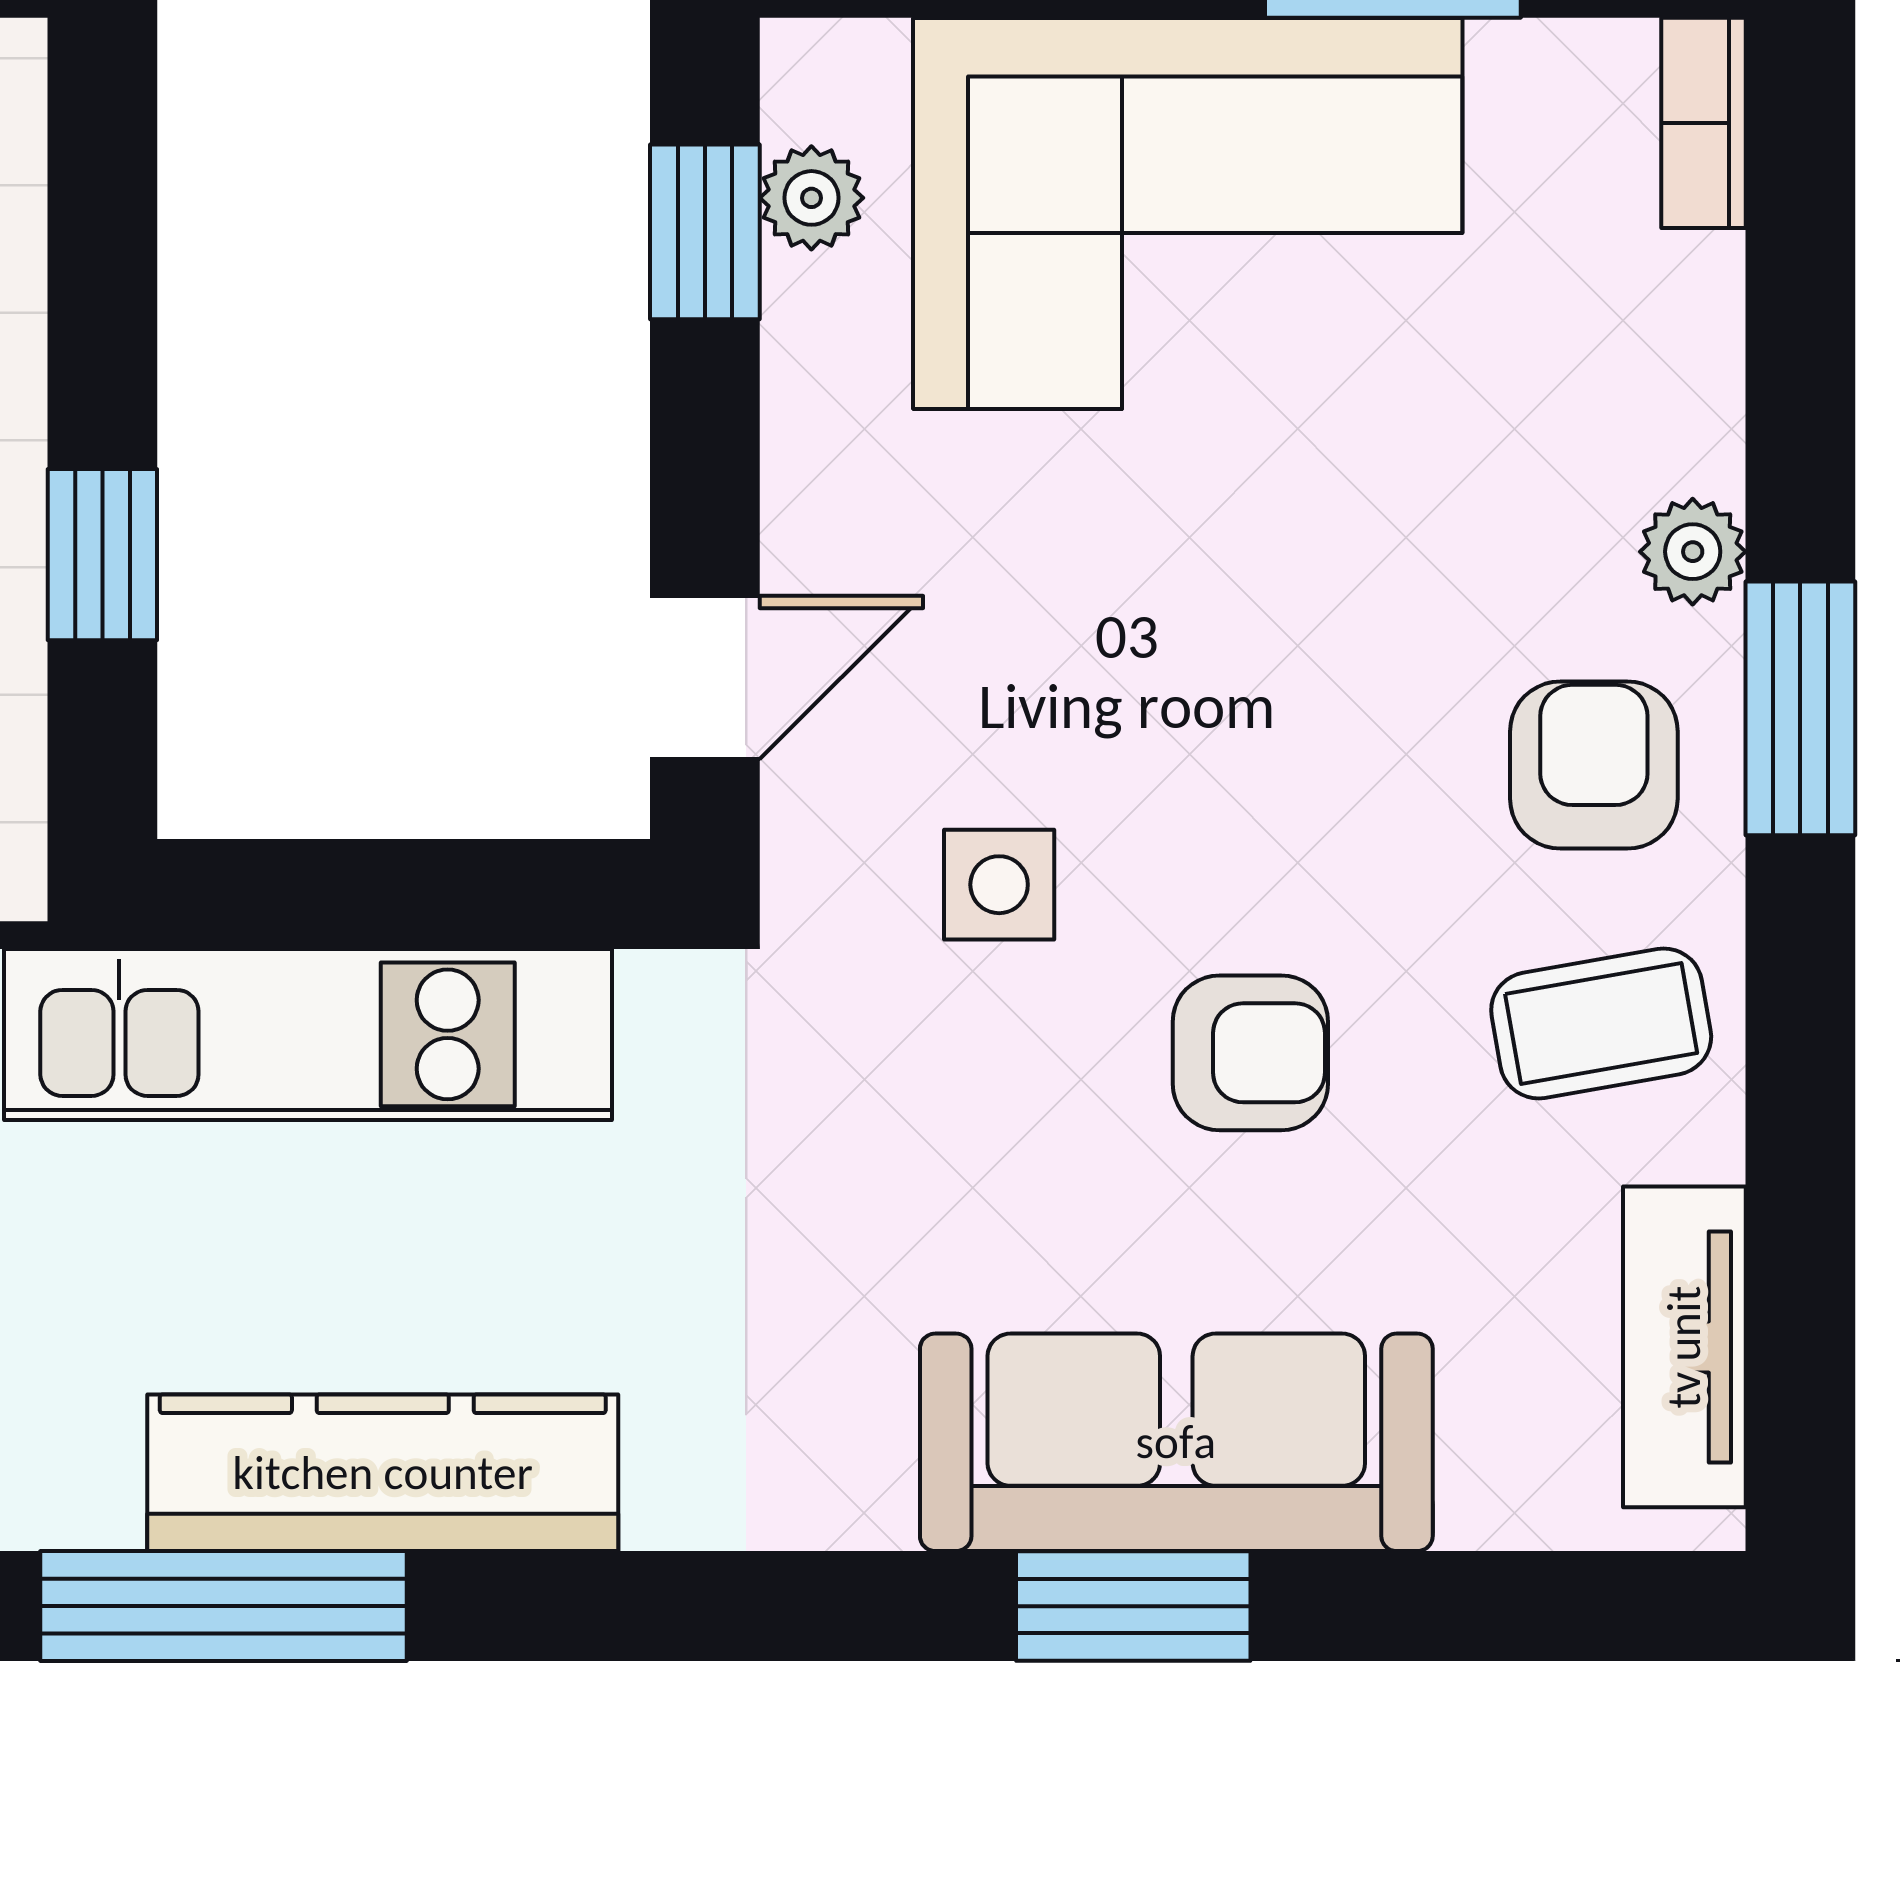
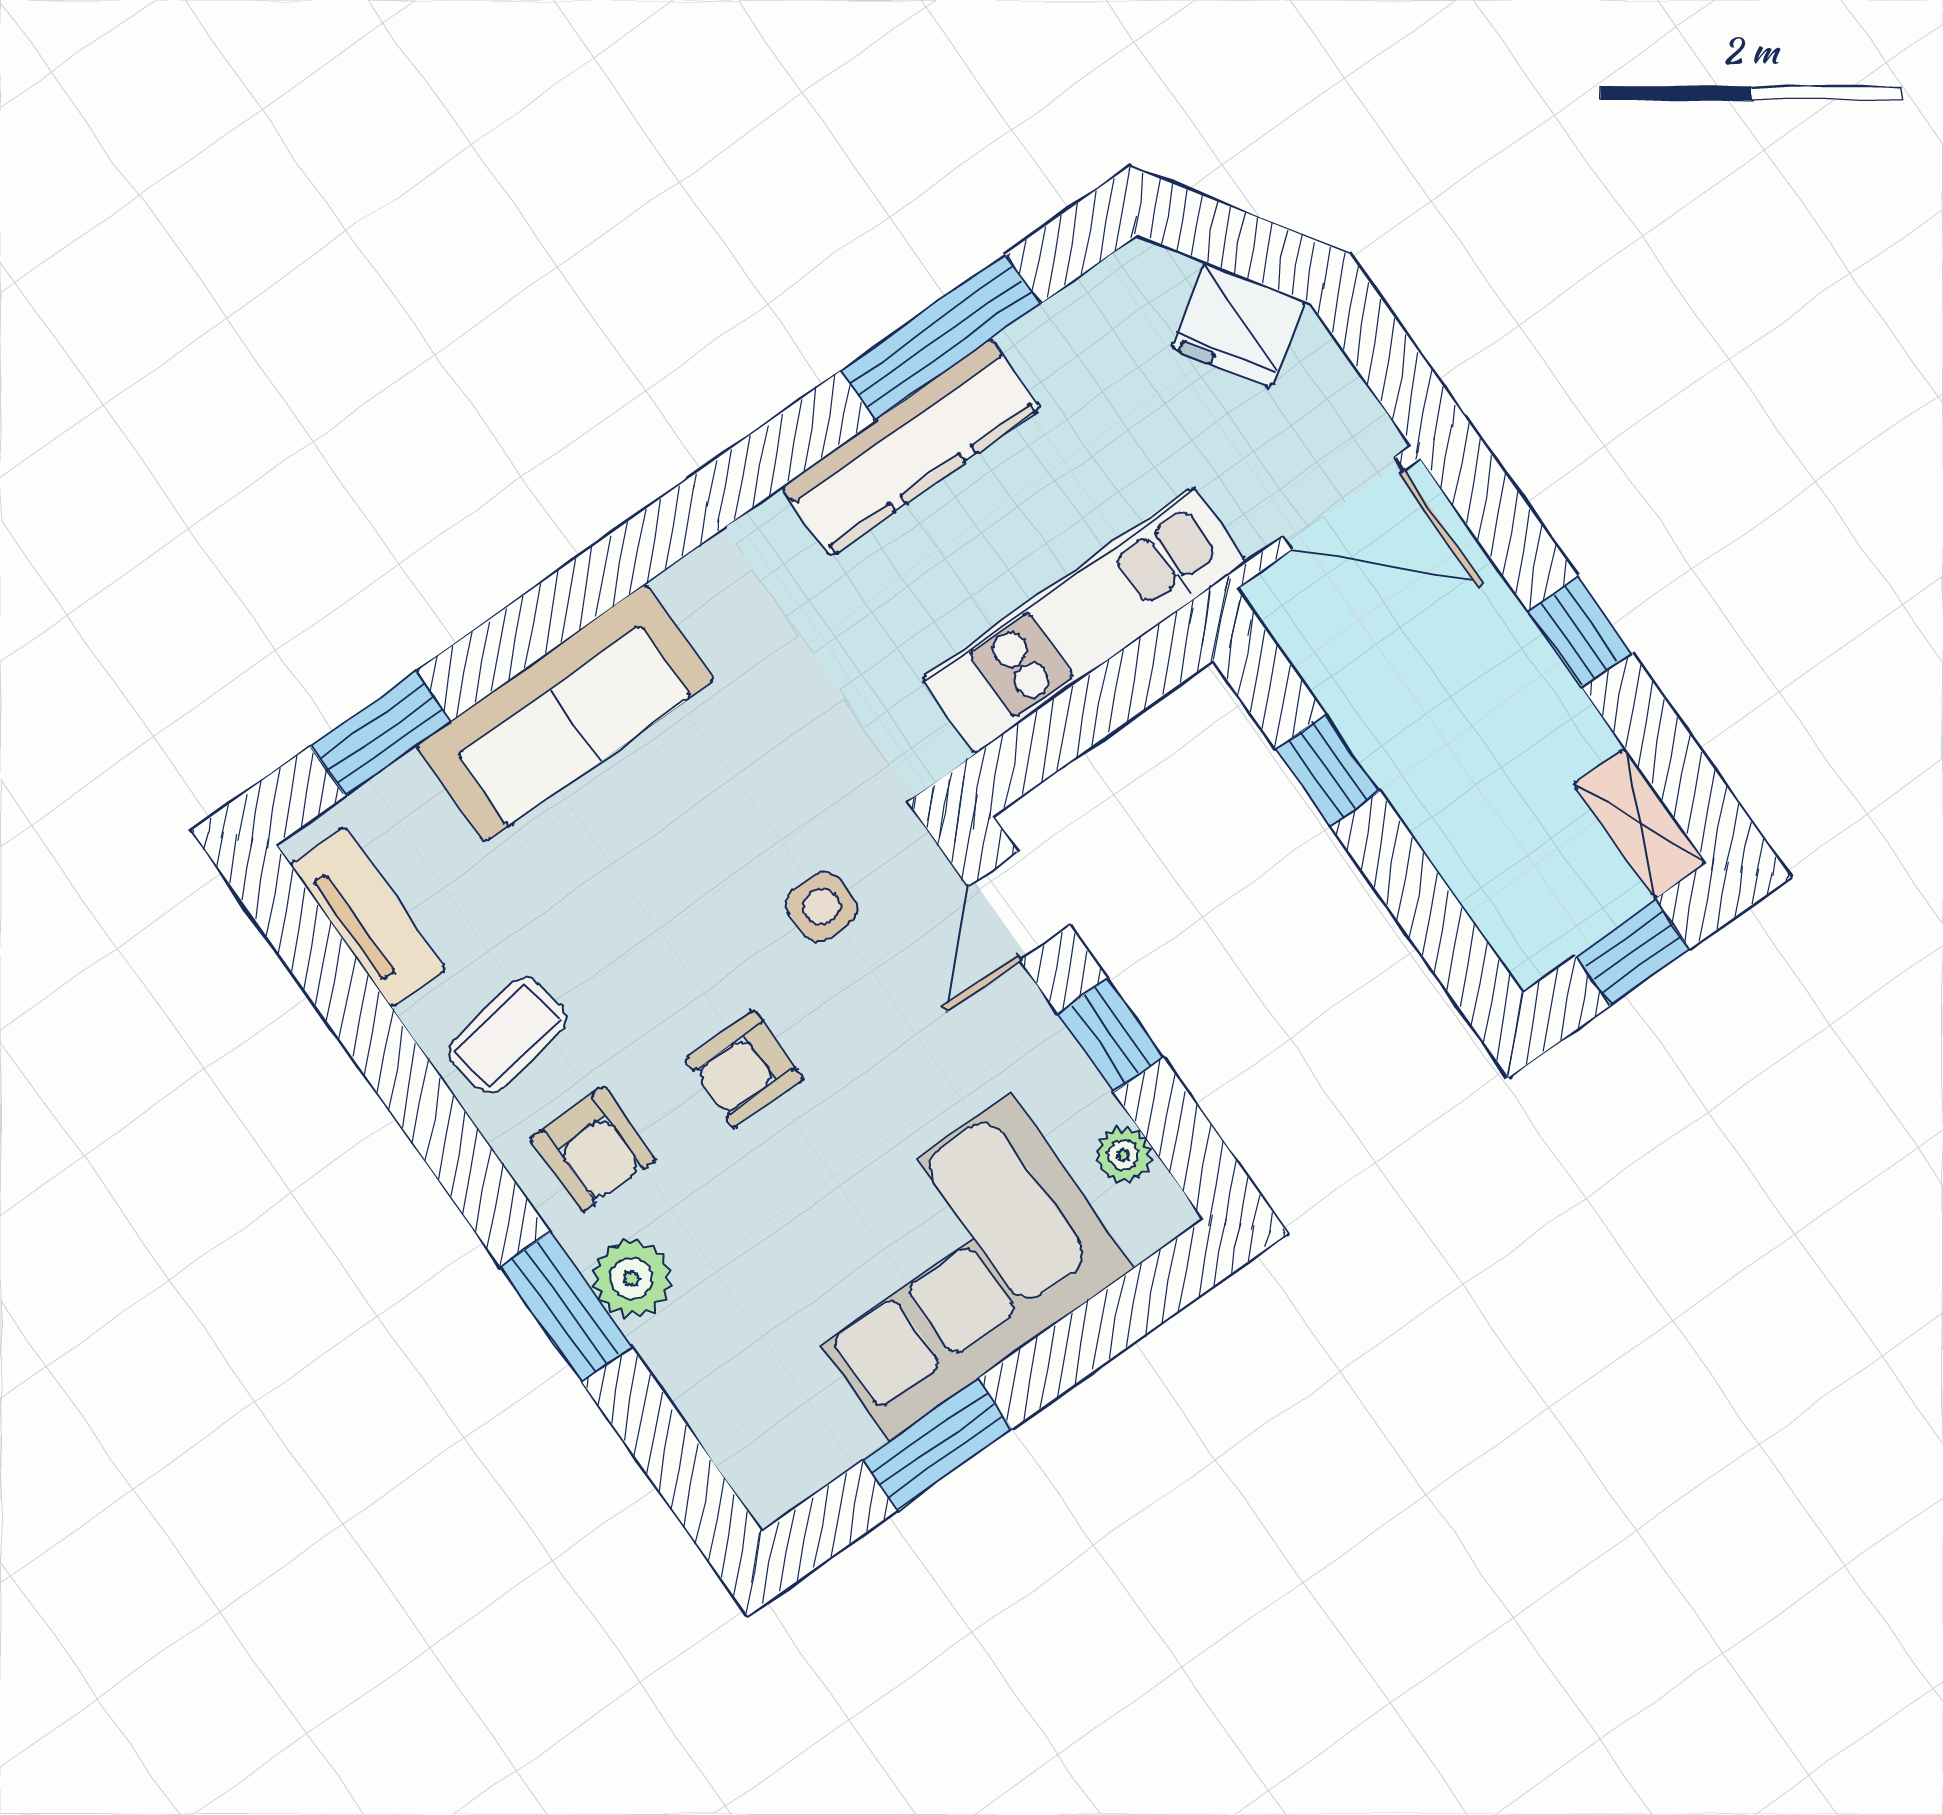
bookcase: (1703, 123) -> (748, 1471), removed
window: (705, 232) -> (1111, 1036), moved
plant: (1693, 552) -> (632, 1278), width x1.38, depth x1.38
window: (1800, 708) -> (566, 1307), moved
armchair: (1250, 1053) -> (745, 1069), moved
window: (1133, 1606) -> (380, 734), moved

